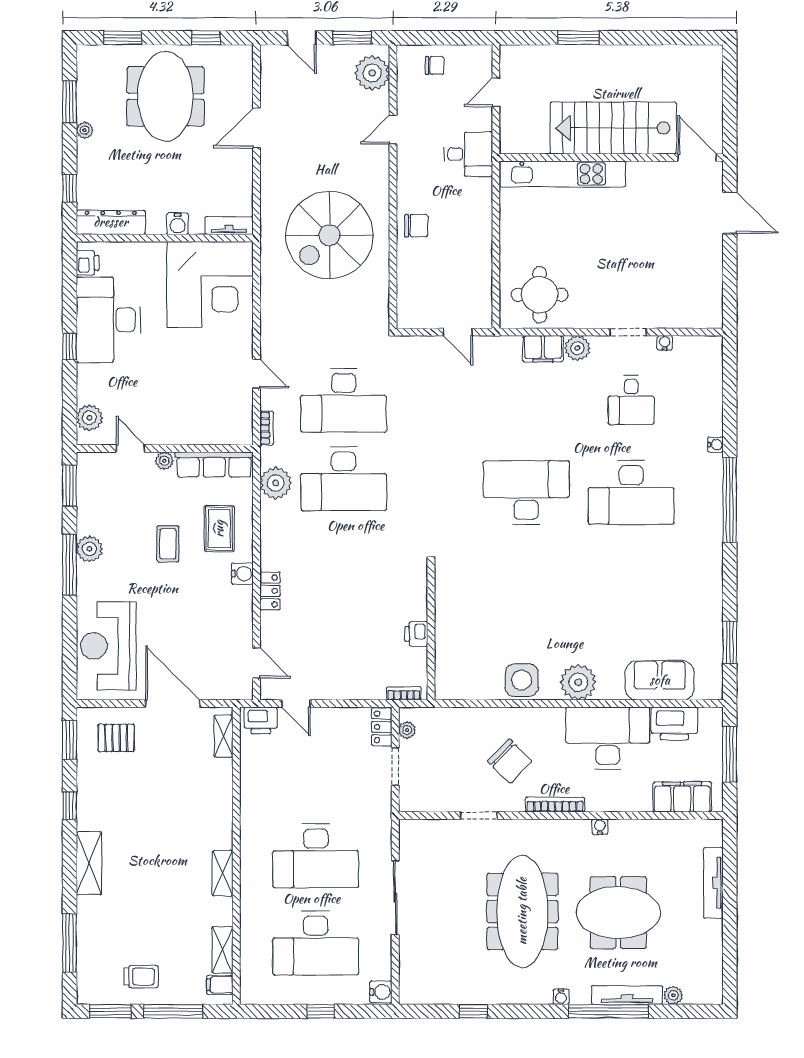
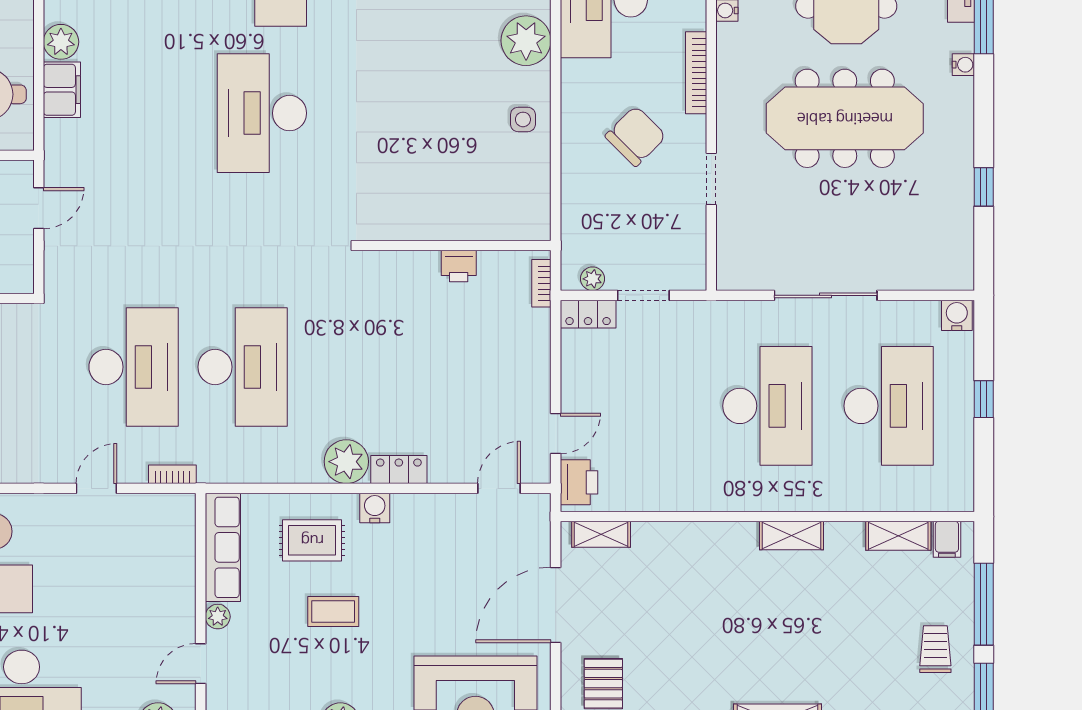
plant: (276, 483) -> (346, 462), moved
side table: (522, 680) -> (523, 119), width x0.54, depth x0.54

